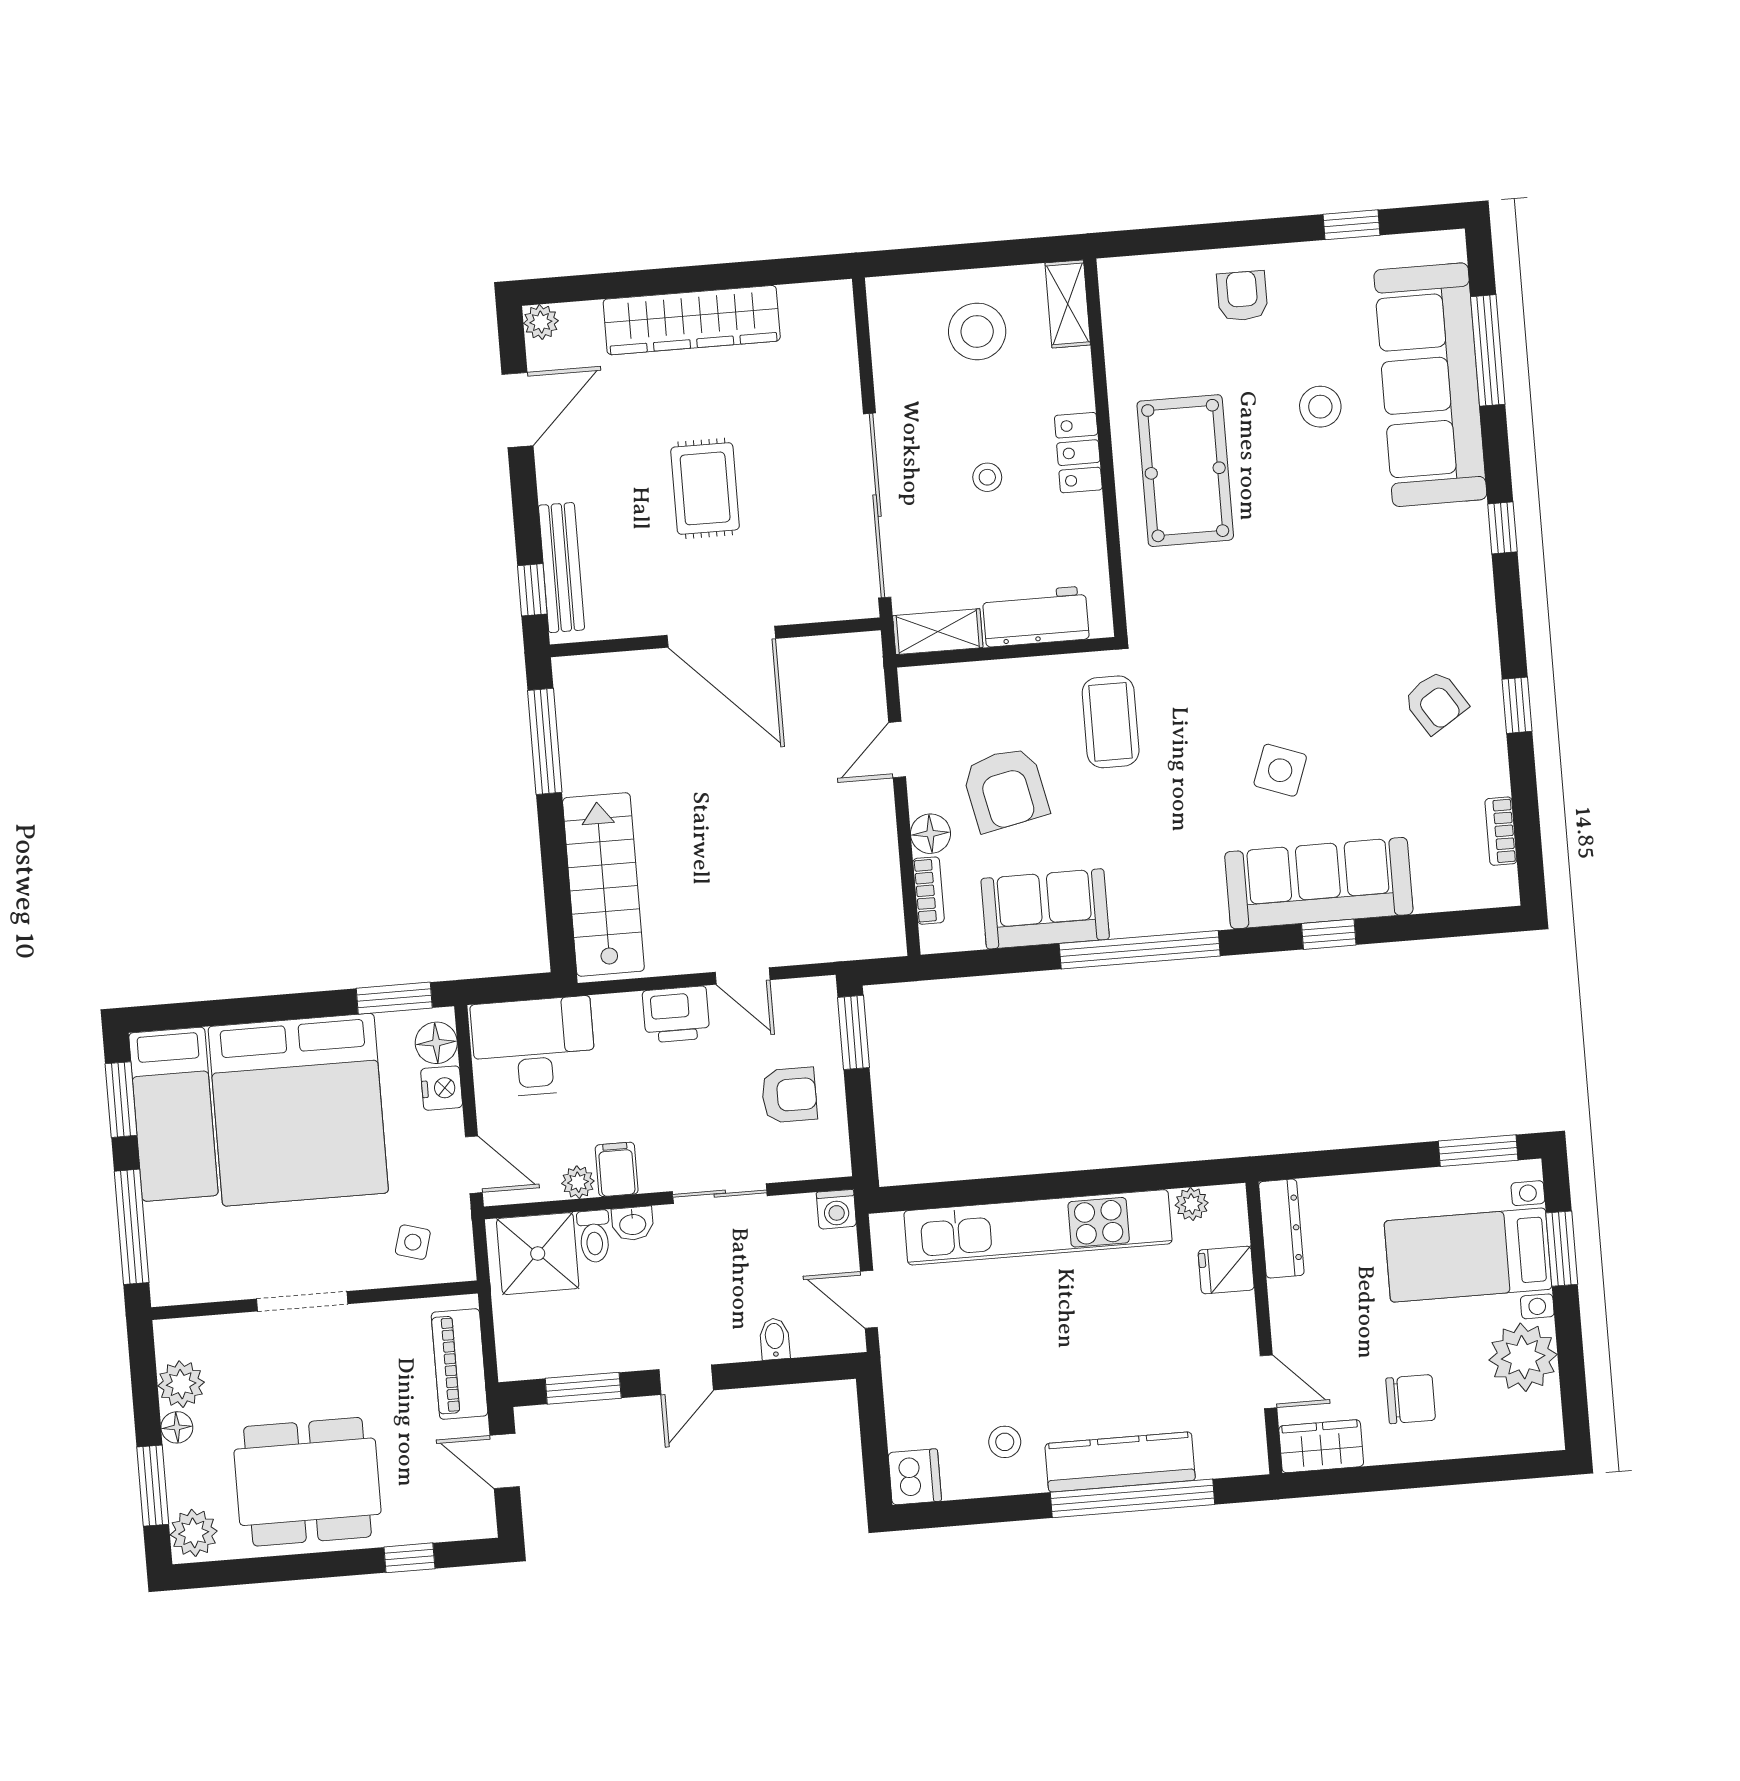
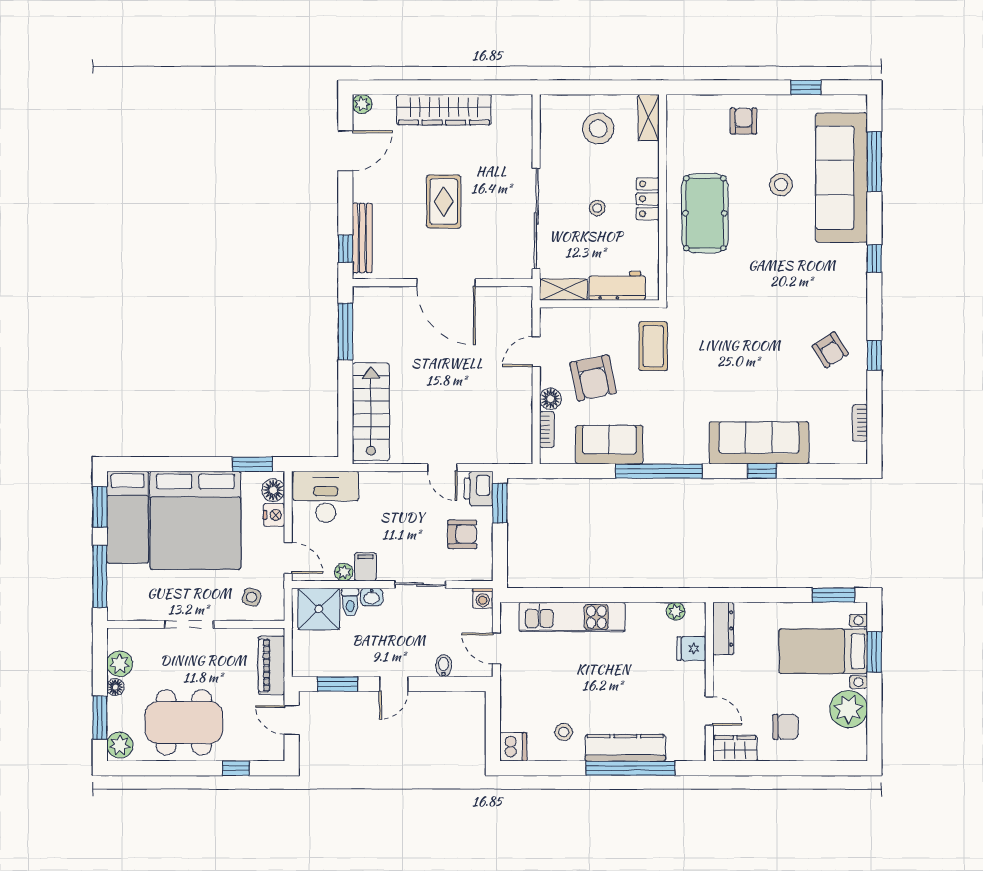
side table: (1280, 770) -> (743, 380), removed
printer: (676, 1014) -> (479, 488), moved, turned 90
kitchen unit: (1038, 1227) -> (572, 617), width x0.73

